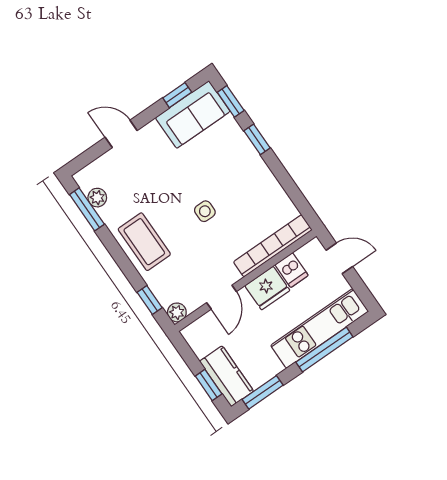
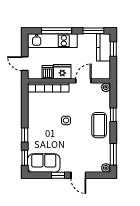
window: (177, 95) -> (58, 175), moved
plant: (97, 198) -> (106, 168), moved
window: (150, 300) -> (113, 115), moved

